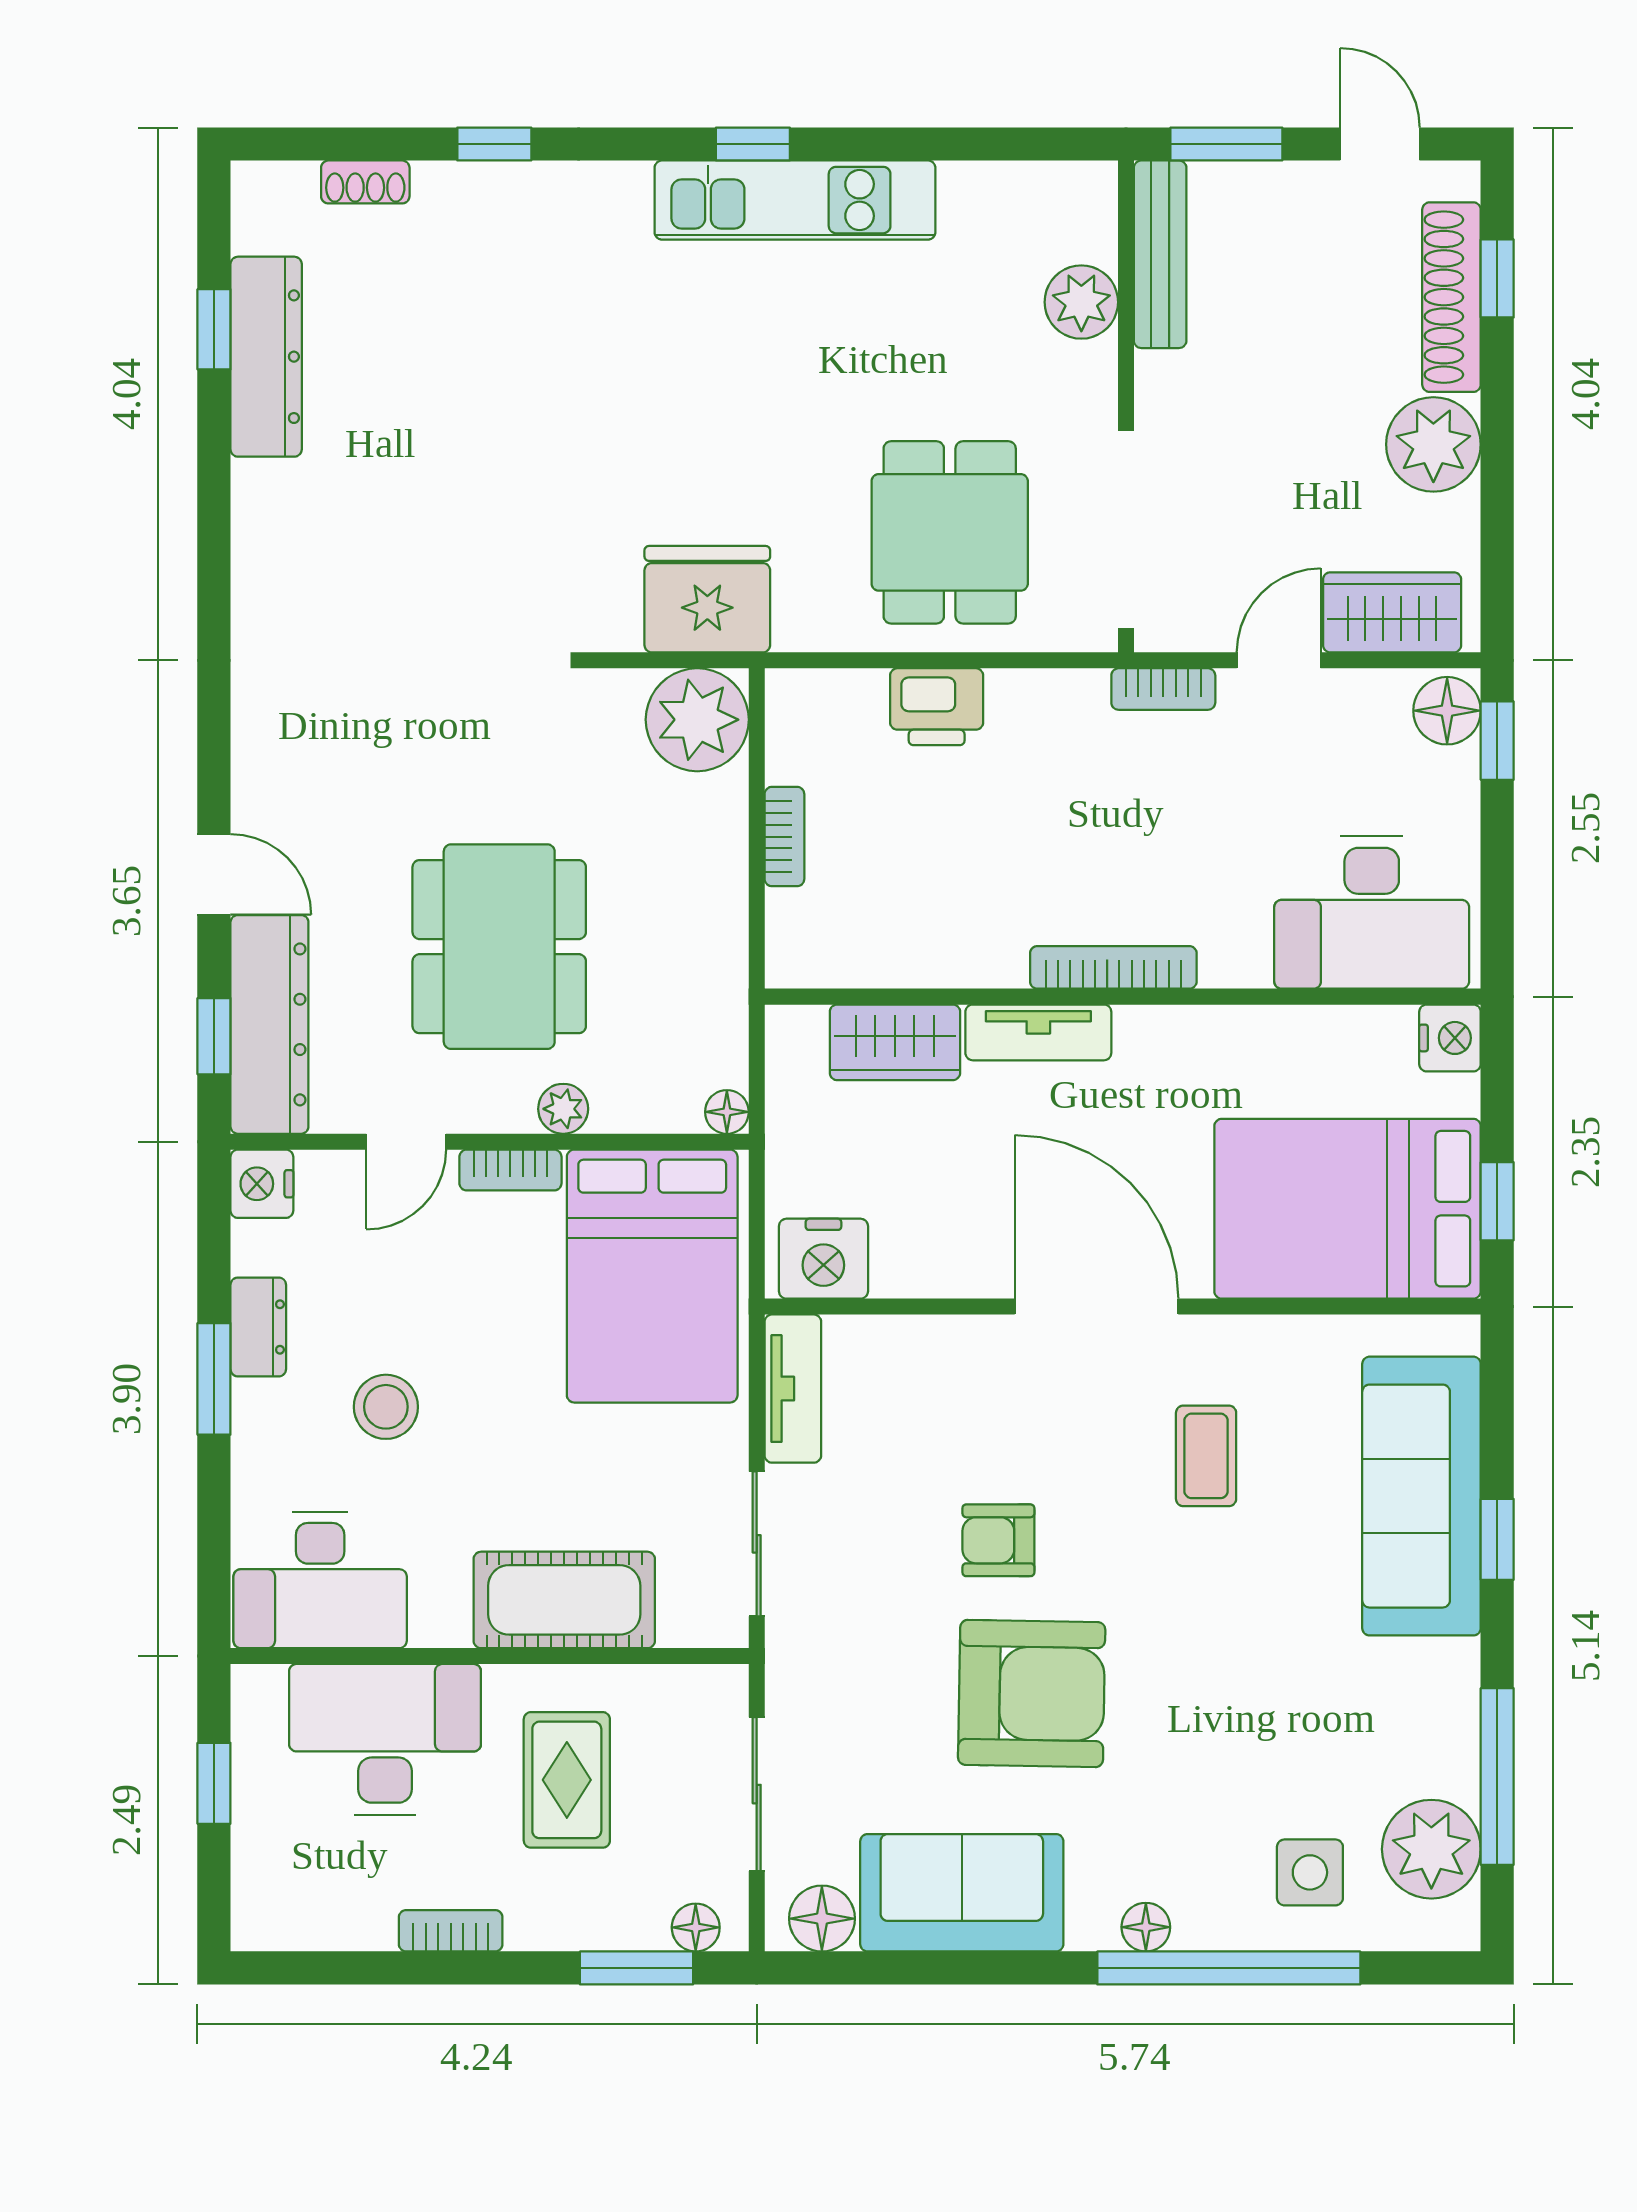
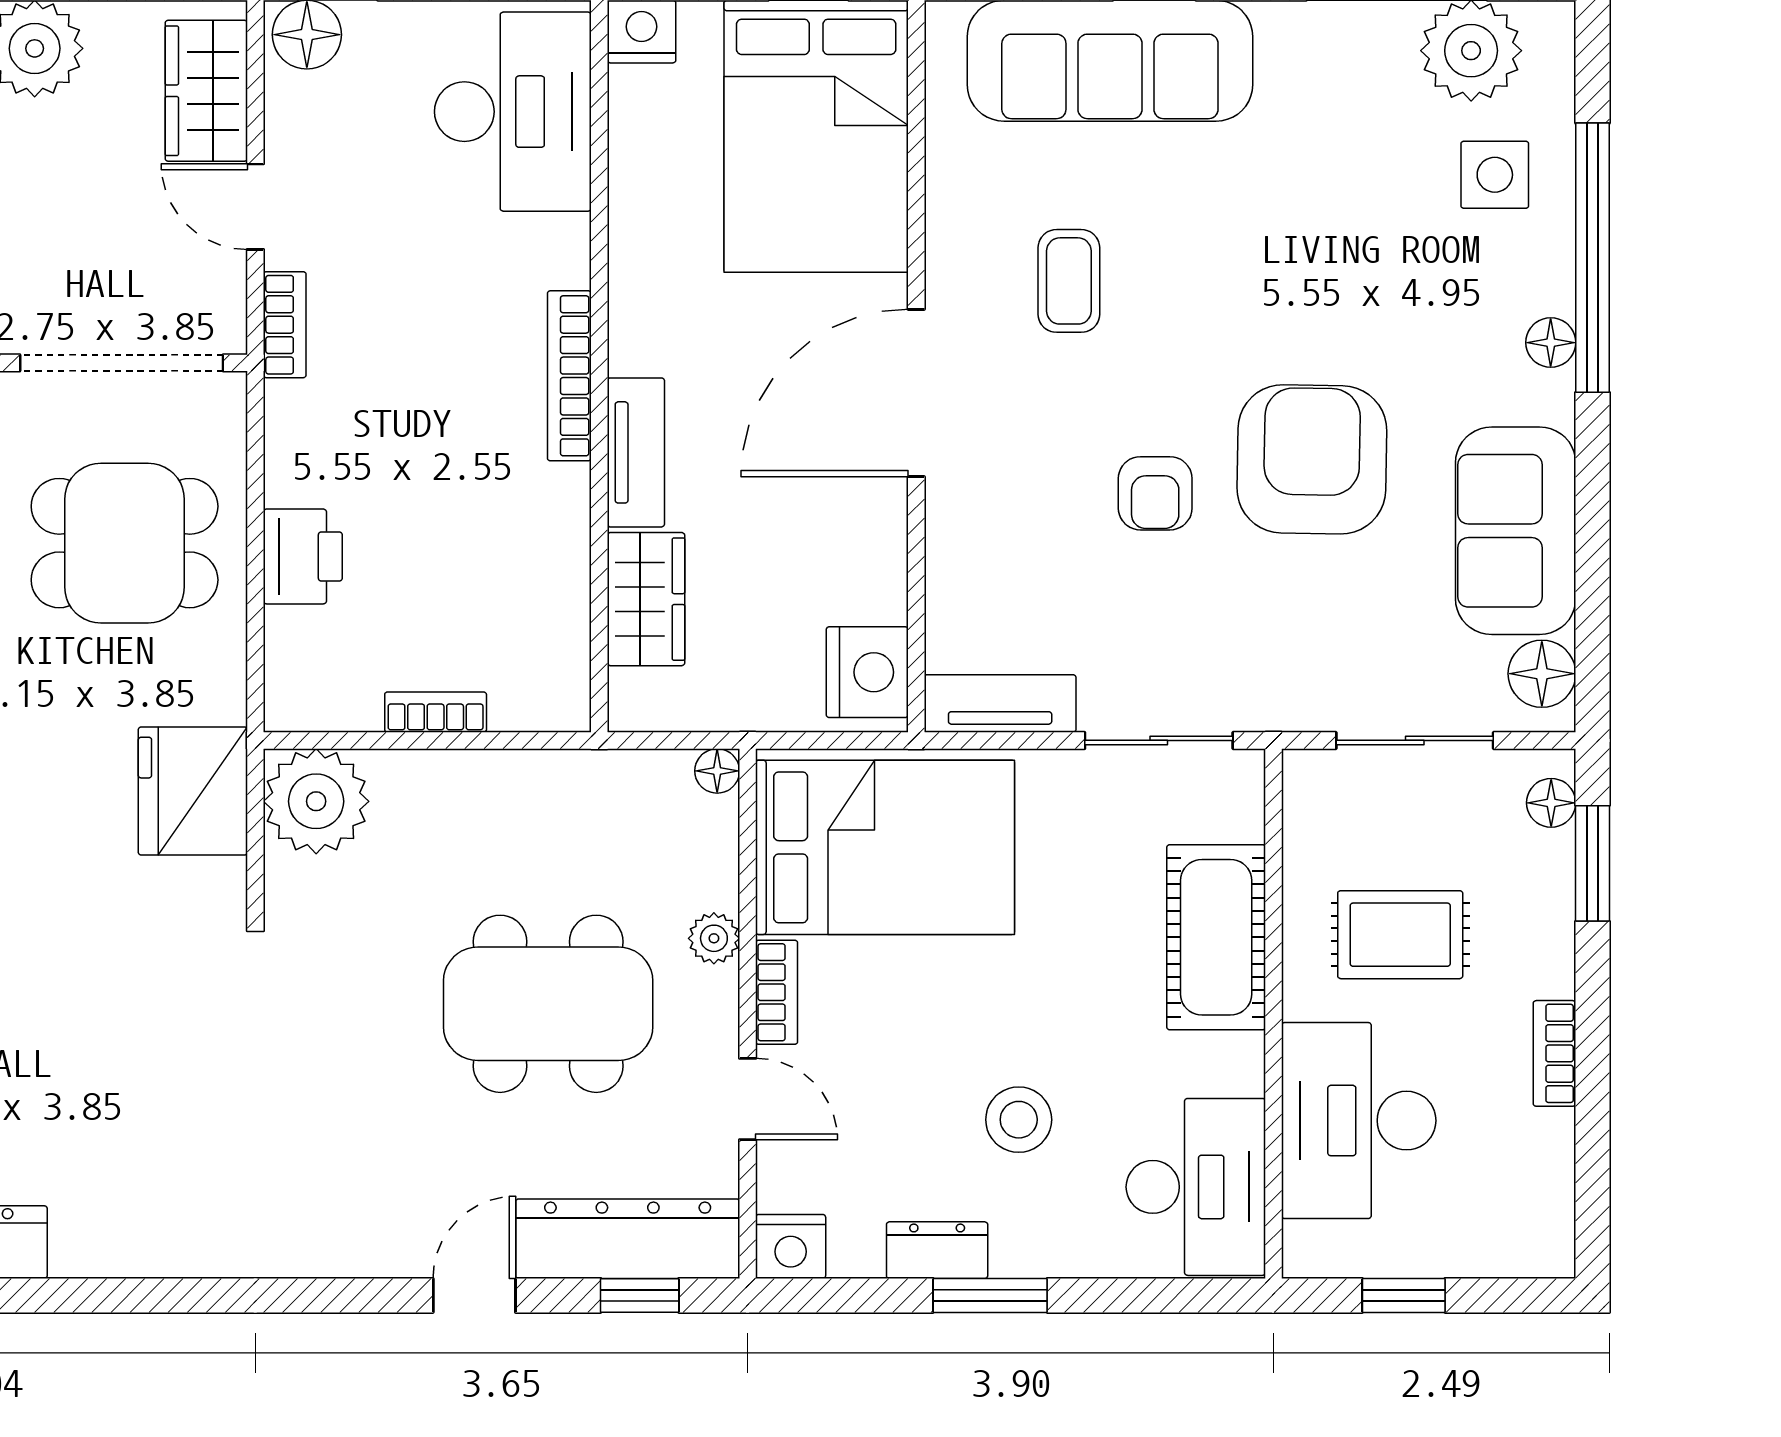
coffee table: (1206, 1456) -> (1069, 281), turned 90

